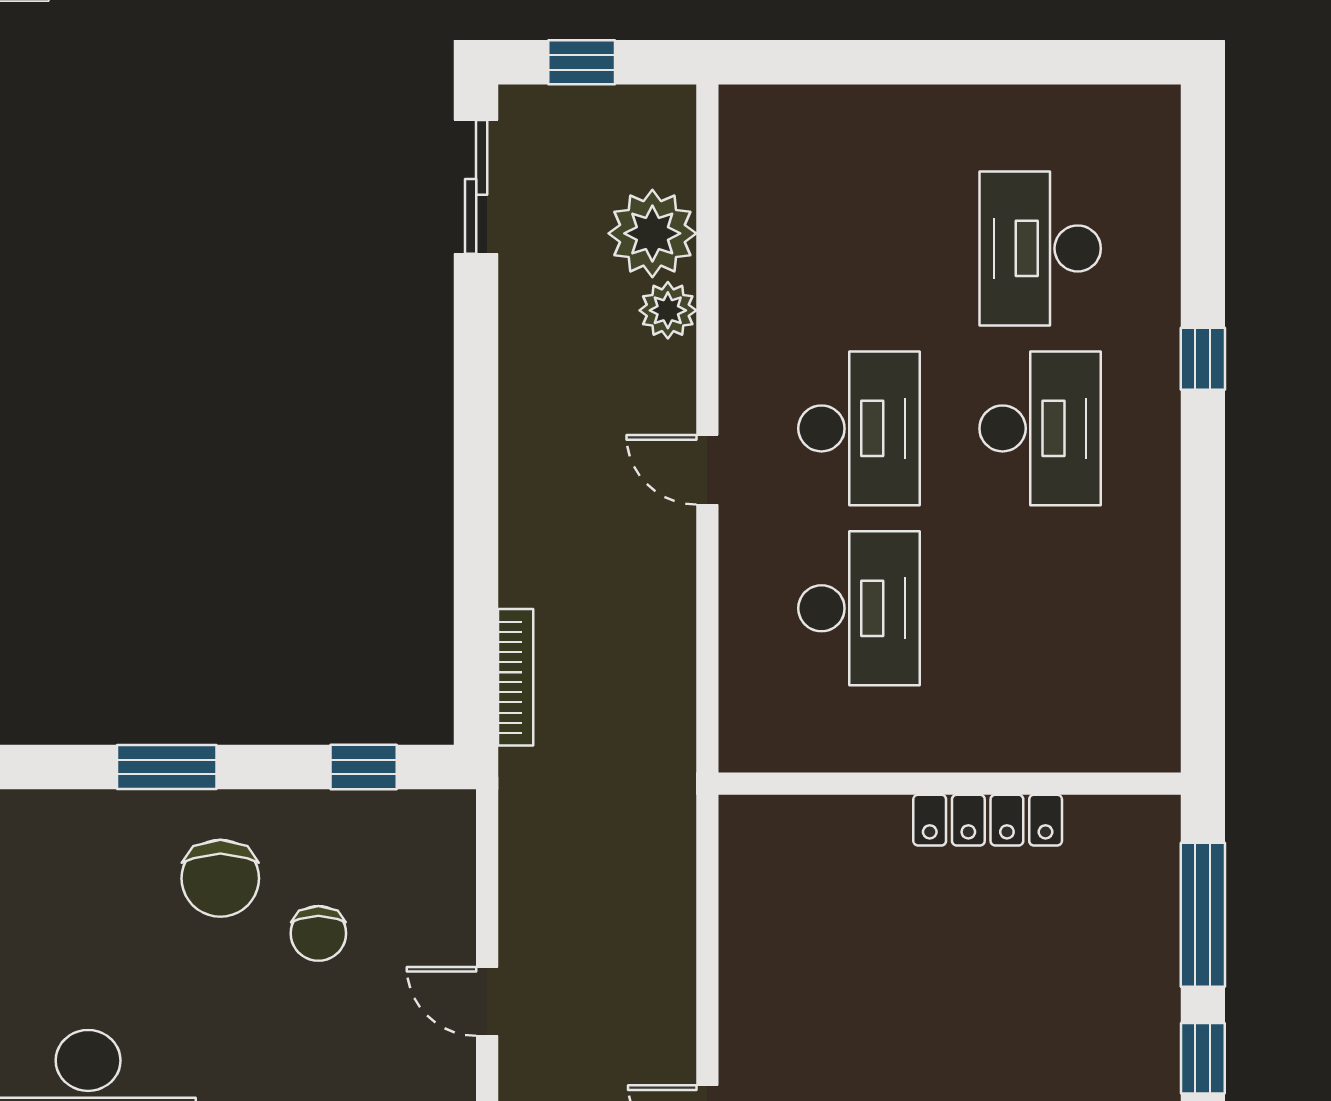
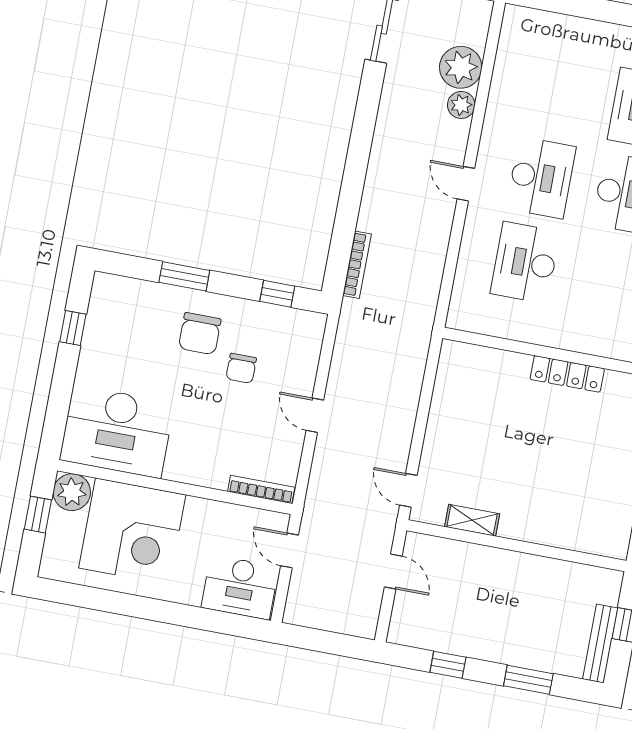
desk: (859, 608) -> (525, 263), turned 180

